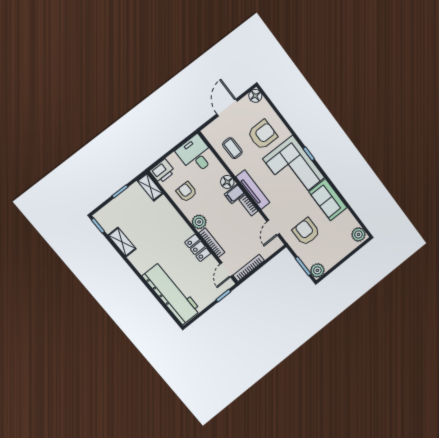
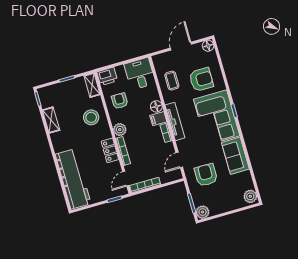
stool: (164, 222) -> (91, 117), added

